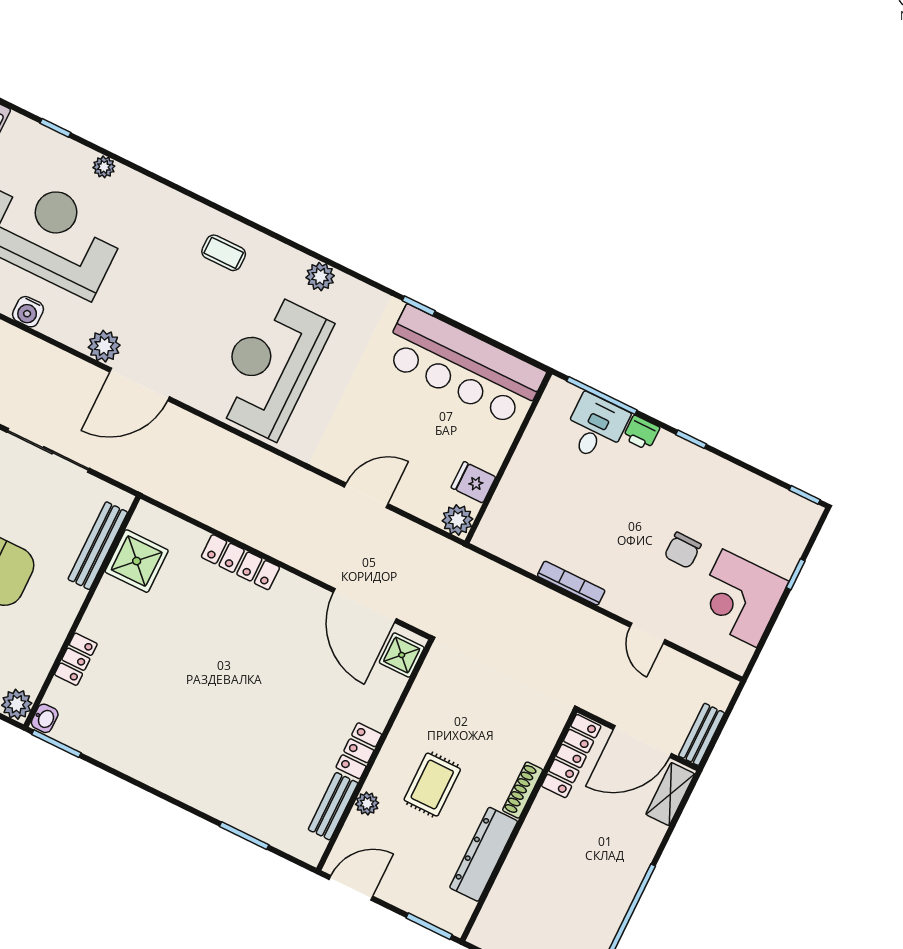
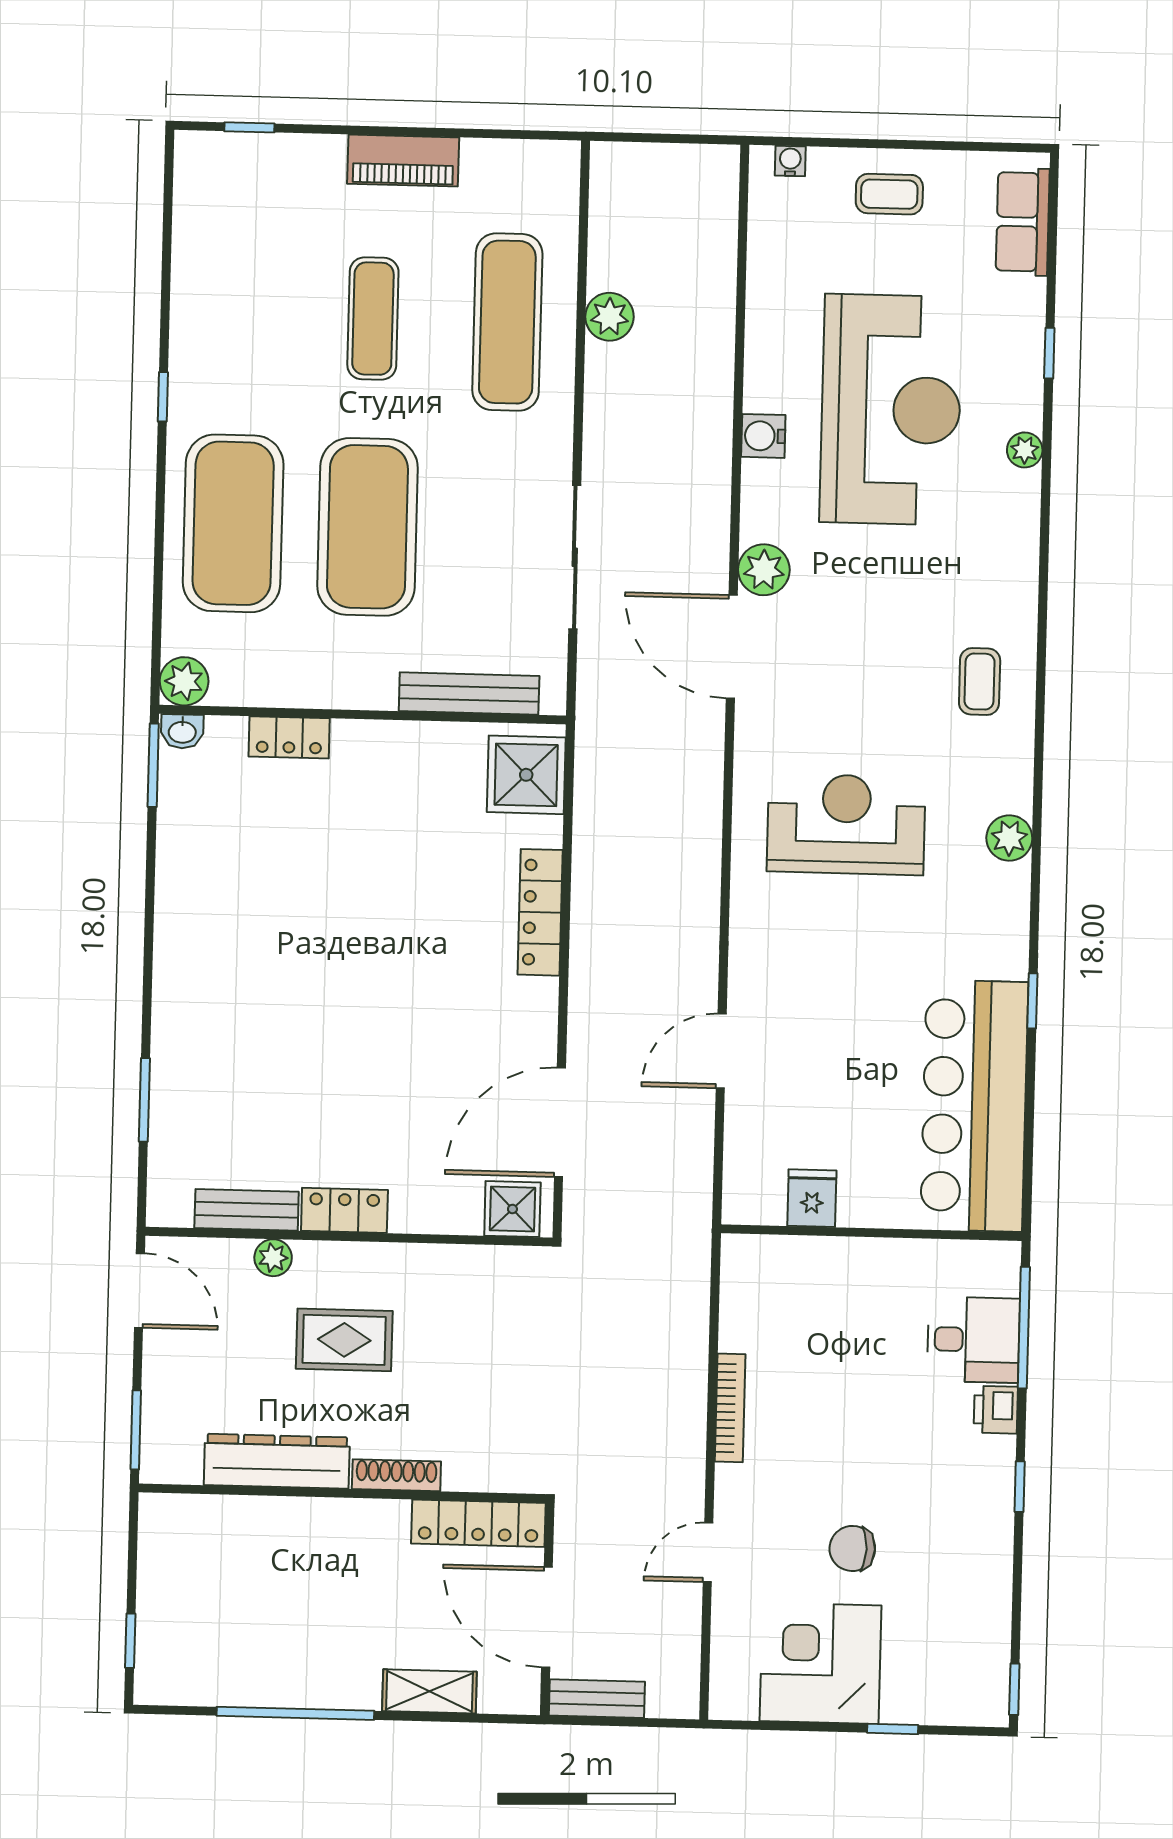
reception desk: (270, 366) -> (846, 824), width x0.74, depth x0.77
door: (366, 495) -> (721, 1051), swing flipped
plant: (457, 520) -> (746, 1200), removed
shower: (137, 561) -> (526, 775), moved
shelving: (670, 794) -> (429, 1691), moved

